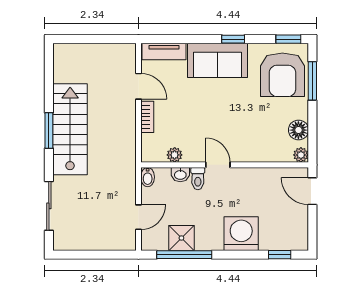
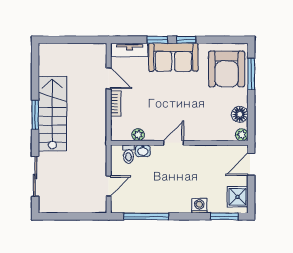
window: (288, 39) -> (157, 40), moved
door: (218, 165) -> (174, 143), hinge flipped
bidet: (148, 177) -> (116, 153), removed
toilet: (198, 179) -> (128, 154), moved
door: (312, 191) -> (251, 164), hinge flipped
washing machine: (241, 234) -> (199, 206), width x0.53, depth x0.53
shower: (181, 238) -> (238, 197), moved
window: (280, 255) -> (224, 216), width x1.50

